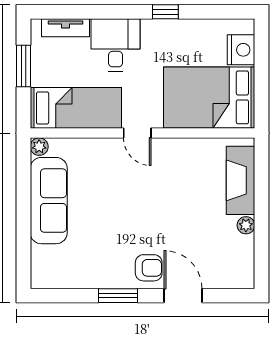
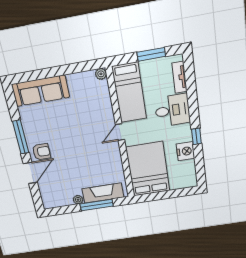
nightstand: (241, 50) -> (185, 151), moved, turned -90
window: (262, 195) -> (97, 205), added
sofa: (49, 201) -> (40, 91), moved
armchair: (149, 268) -> (41, 152), turned -90
window: (118, 296) -> (21, 137), width x1.44

